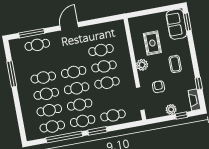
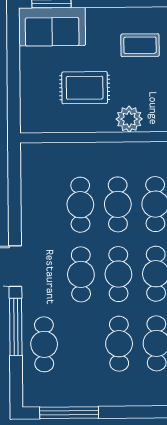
window: (32, 33) -> (16, 327), moved
cafe table: (71, 56) -> (81, 274), added
window: (12, 74) -> (69, 413), moved

